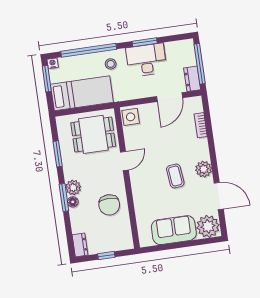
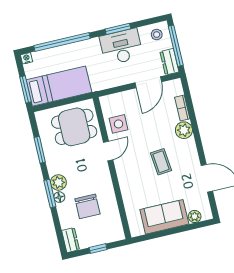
stool: (111, 64) -> (157, 35), moved
window: (47, 79) -> (25, 89), moved
side table: (131, 117) -> (119, 124), moved
plant: (204, 169) -> (184, 130), moved
chair: (109, 205) -> (87, 206), moved
plant: (208, 226) -> (195, 216), width x0.53, depth x0.53

